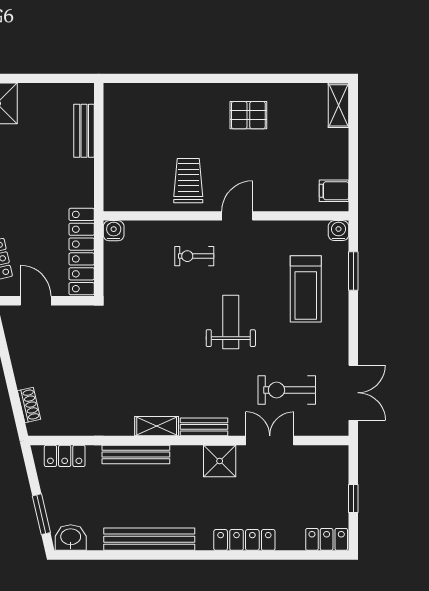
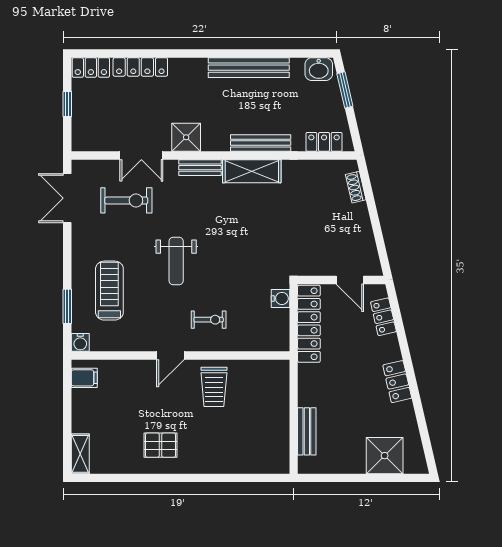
water cooler: (114, 231) -> (280, 298), moved, turned -90
shelving: (157, 426) -> (252, 171), width x1.50, depth x1.33
locker: (244, 540) -> (140, 67), moved

